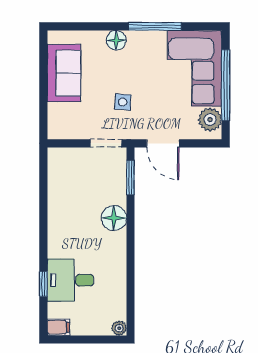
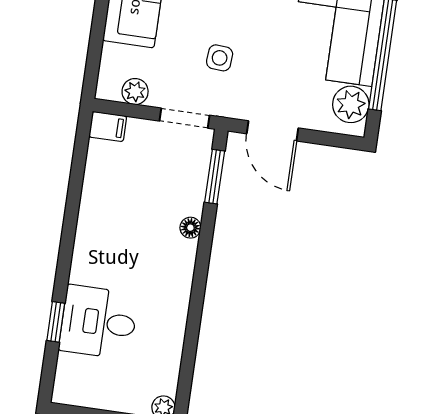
plant: (72, 131) -> (135, 92), added
floor lamp: (114, 218) -> (190, 228), width x0.53, depth x0.53
filing cabinet: (58, 327) -> (108, 127), moved

